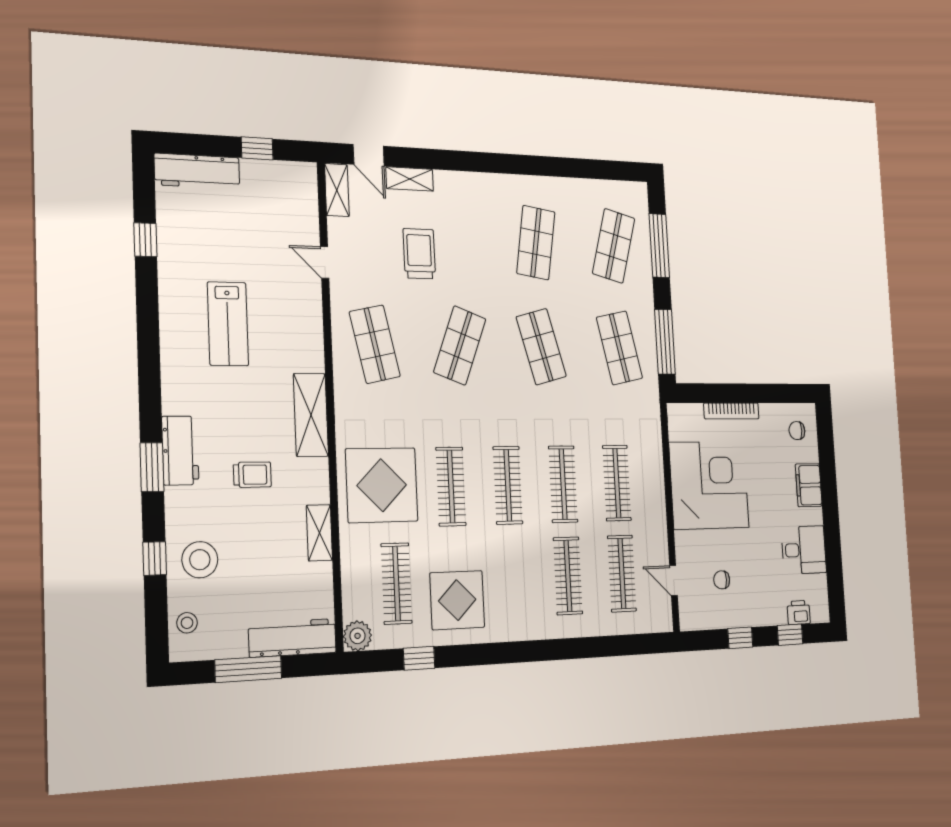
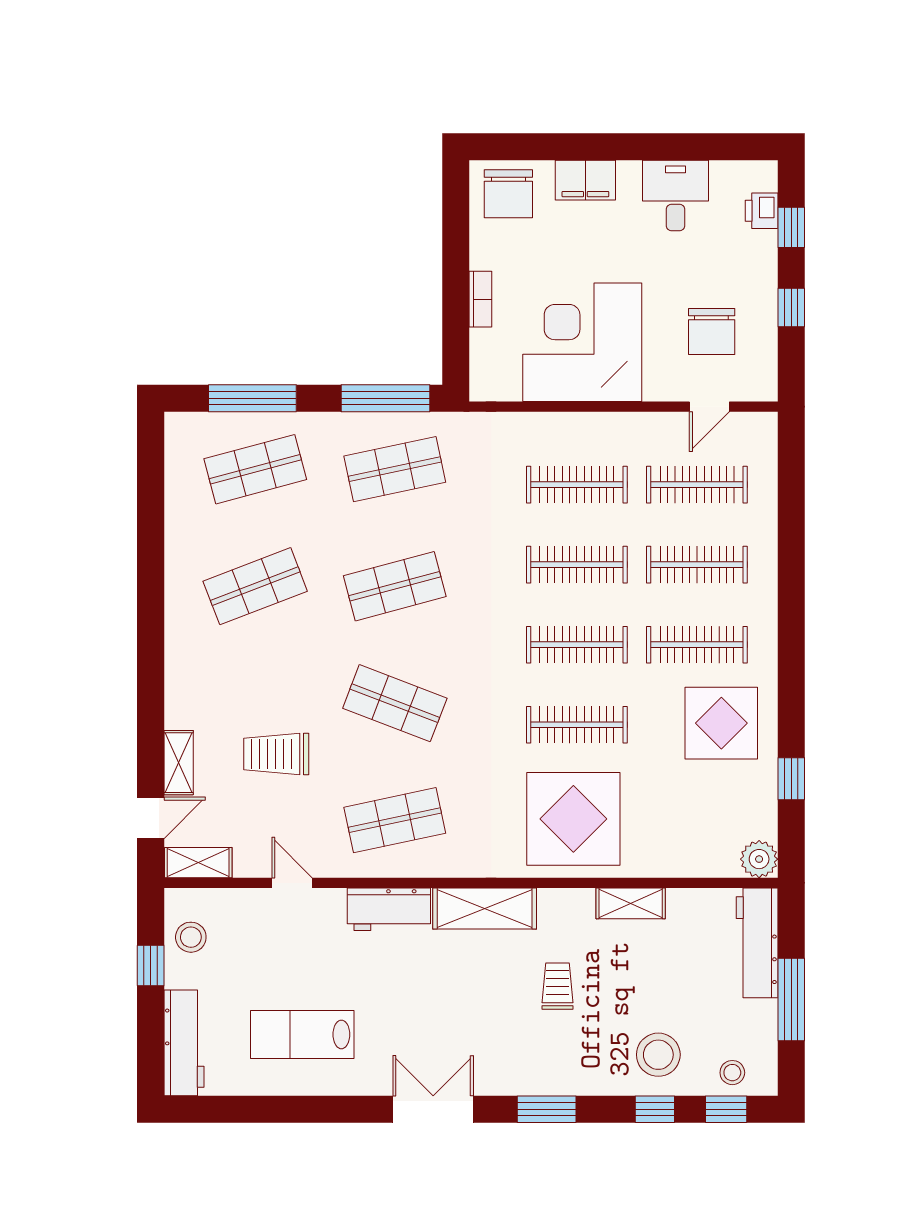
stool: (280, 181) -> (191, 937), added
window: (145, 240) -> (726, 1109), moved
shop shelf: (536, 243) -> (255, 586), turned -30
shop shelf: (614, 246) -> (255, 469), turned -30
door: (325, 262) -> (292, 883), swing flipped
lab bench: (228, 324) -> (302, 1034), moved, turned 180
double door: (149, 372) -> (433, 1109), added
bookcase: (731, 411) -> (480, 299), width x0.64
chair: (797, 431) -> (508, 194), width x1.87, depth x1.87
workbench: (180, 451) -> (389, 909), moved, turned 180
chair: (722, 580) -> (712, 332), width x1.87, depth x1.87
clothes rail: (396, 583) -> (697, 645), moved

